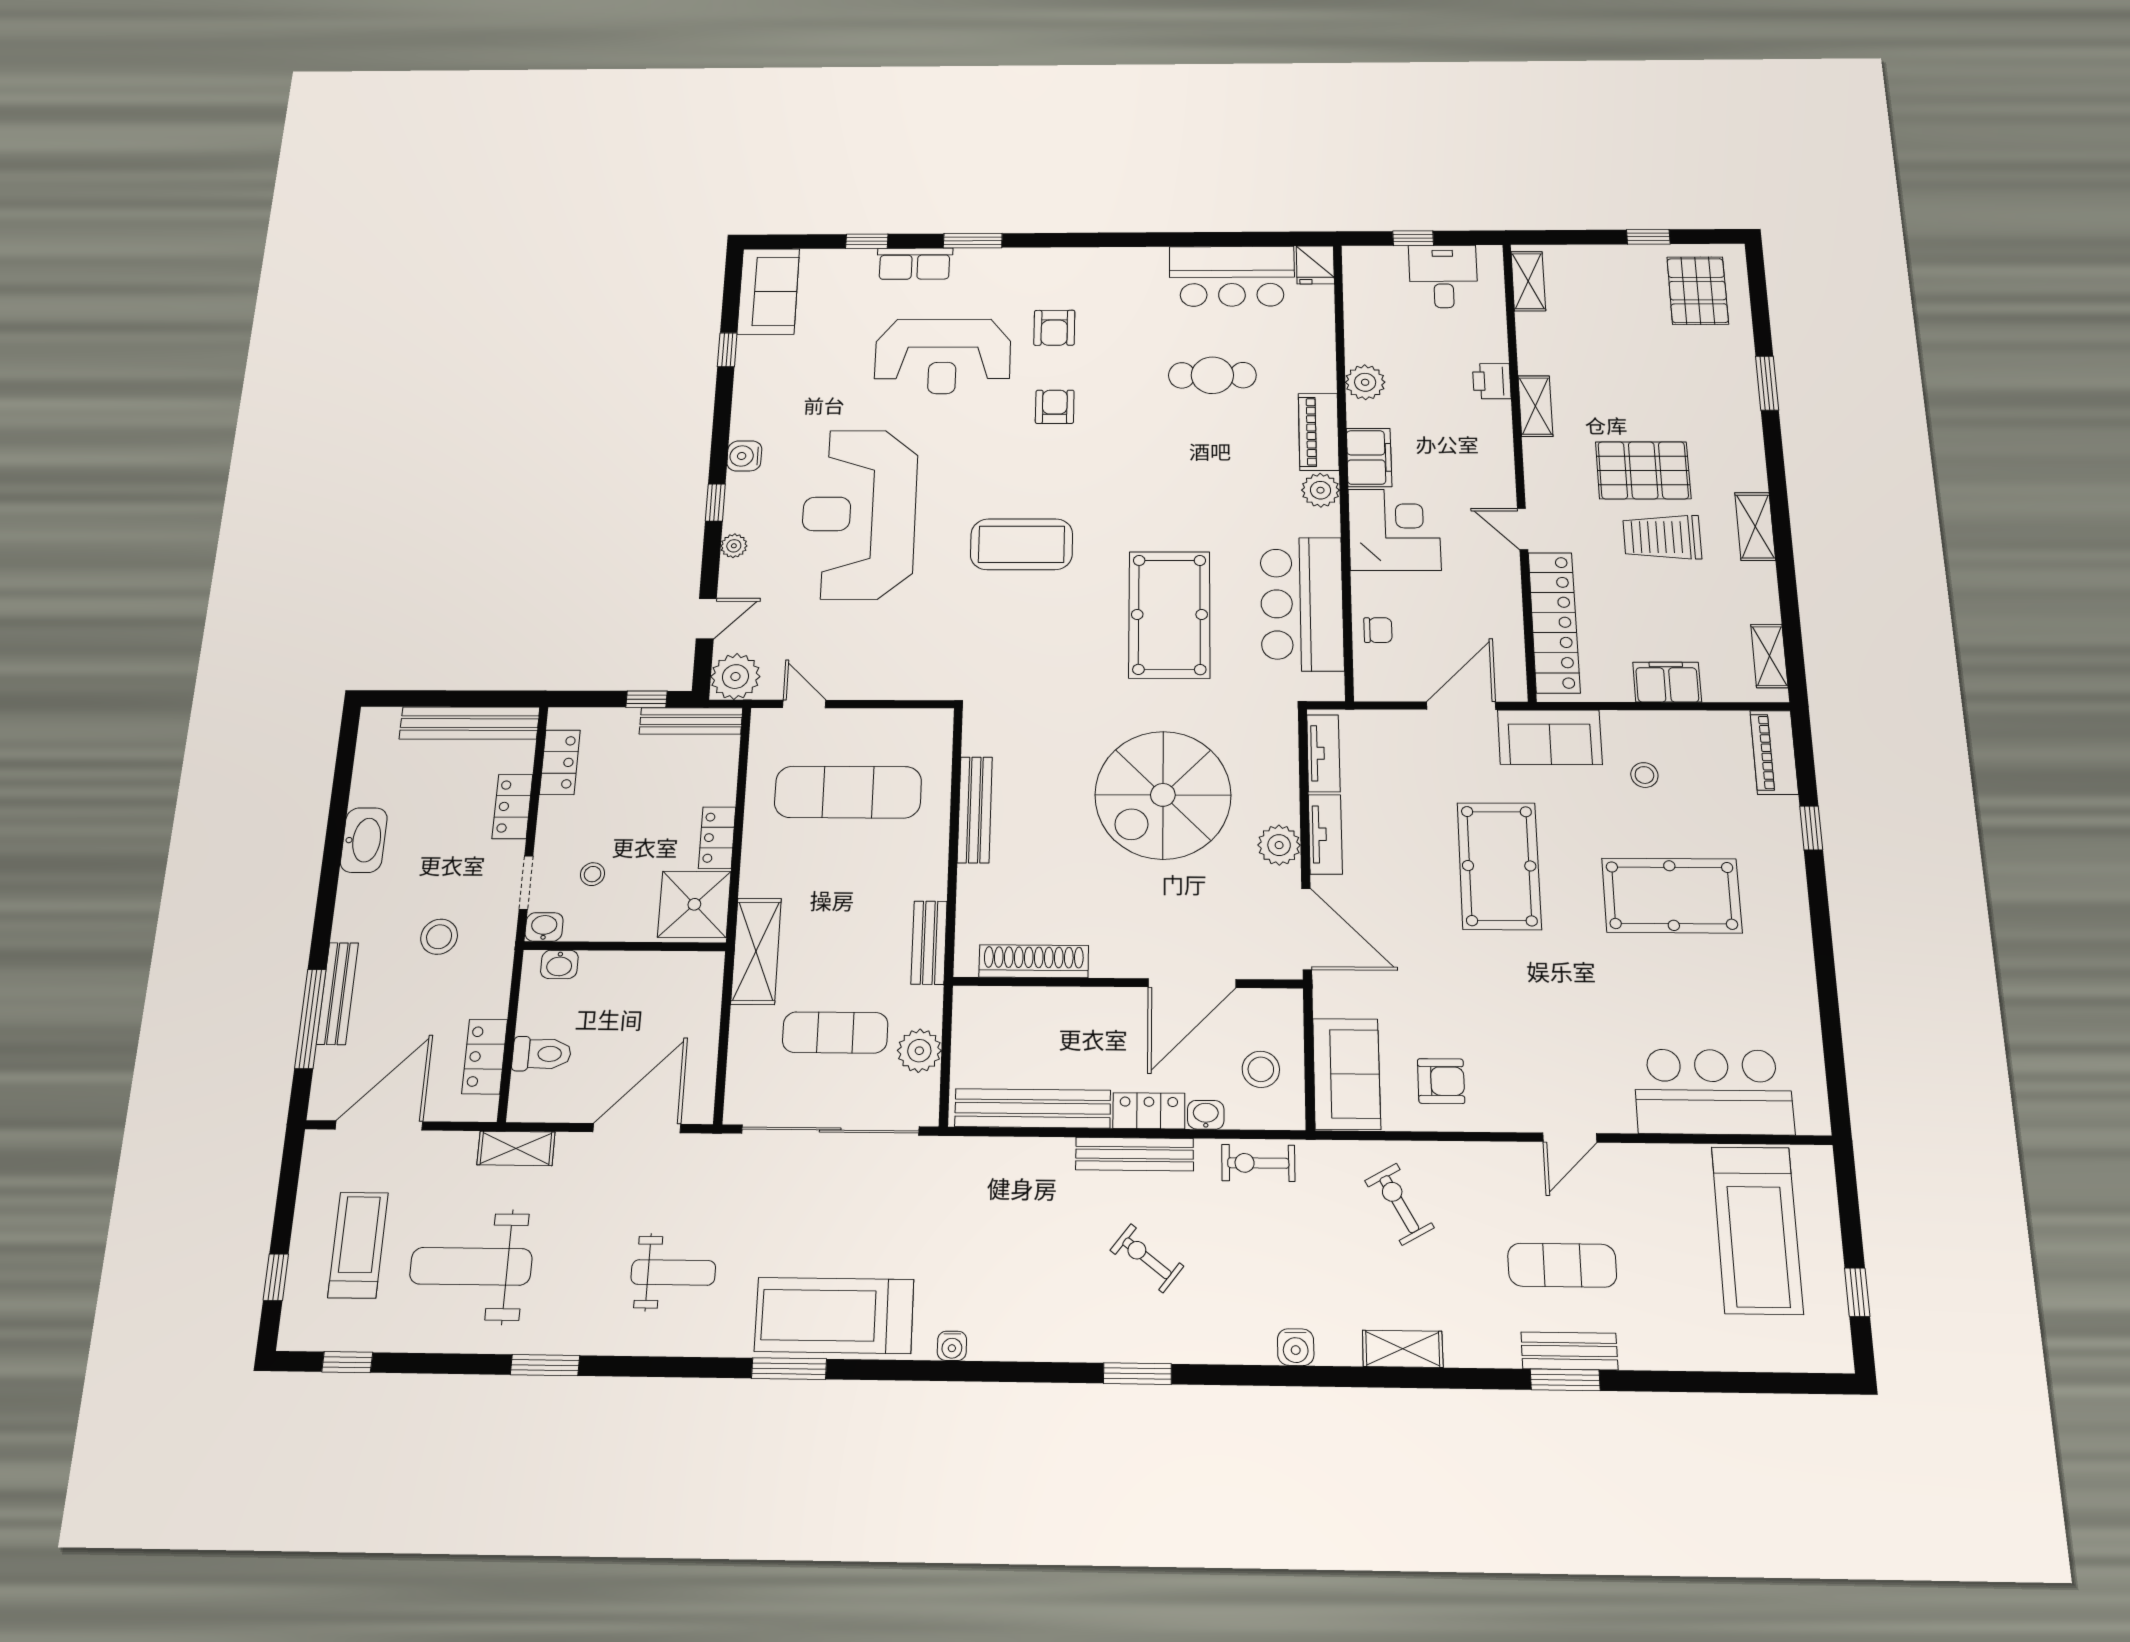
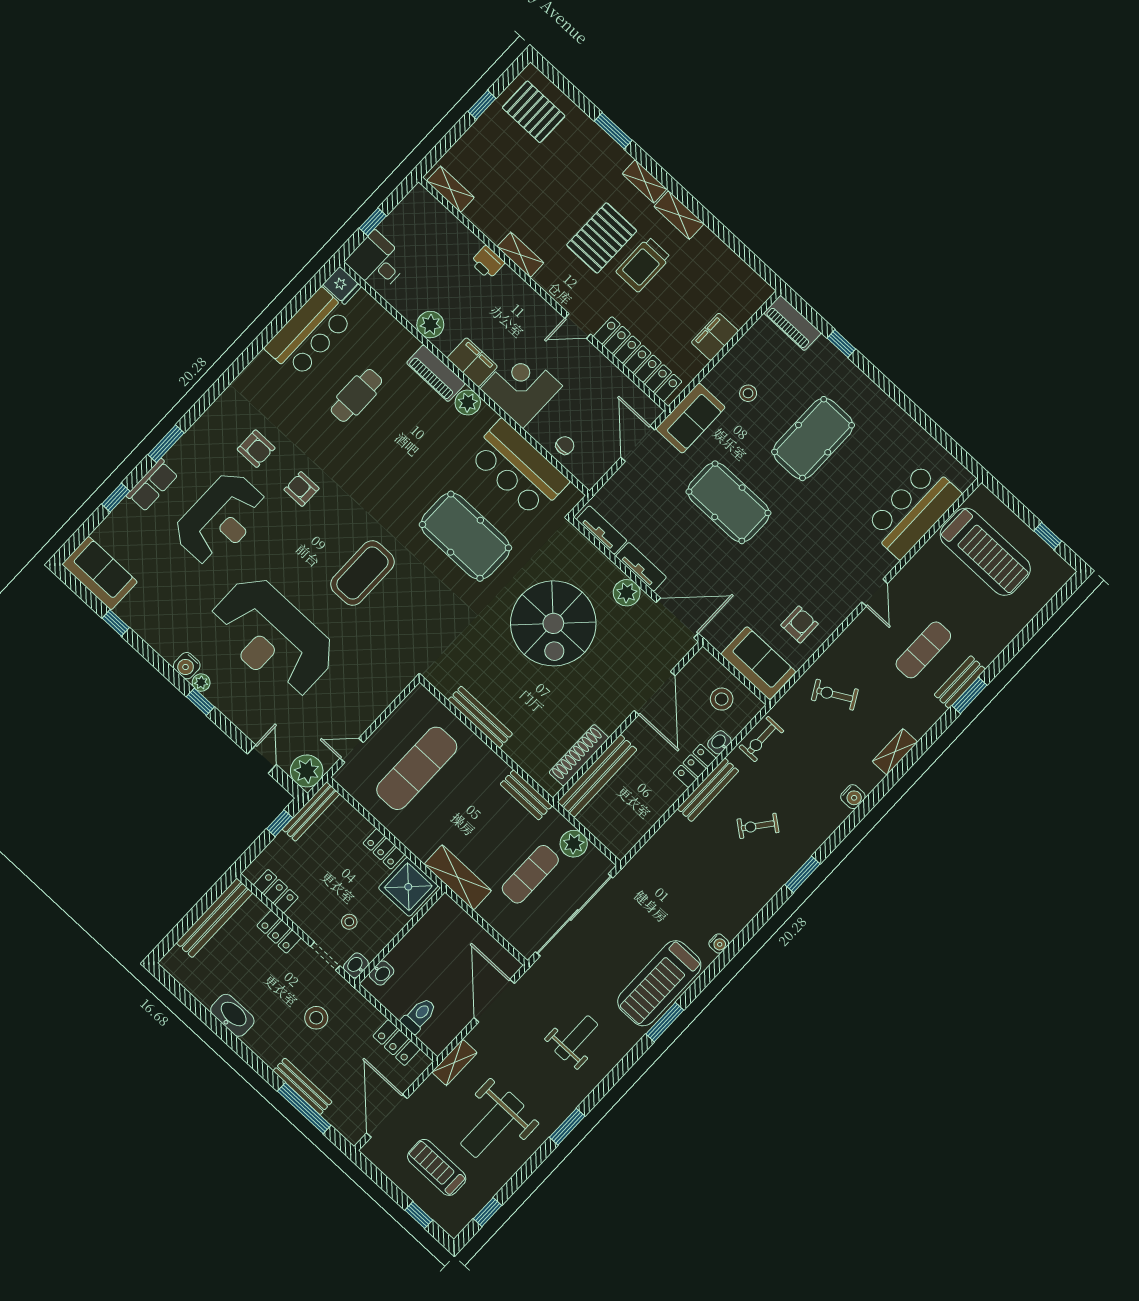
desk: (1443, 276) -> (377, 262), moved
plant: (734, 546) -> (201, 683), moved
shelving: (1769, 656) -> (645, 181), moved
bench: (1033, 1108) -> (597, 776), moved

